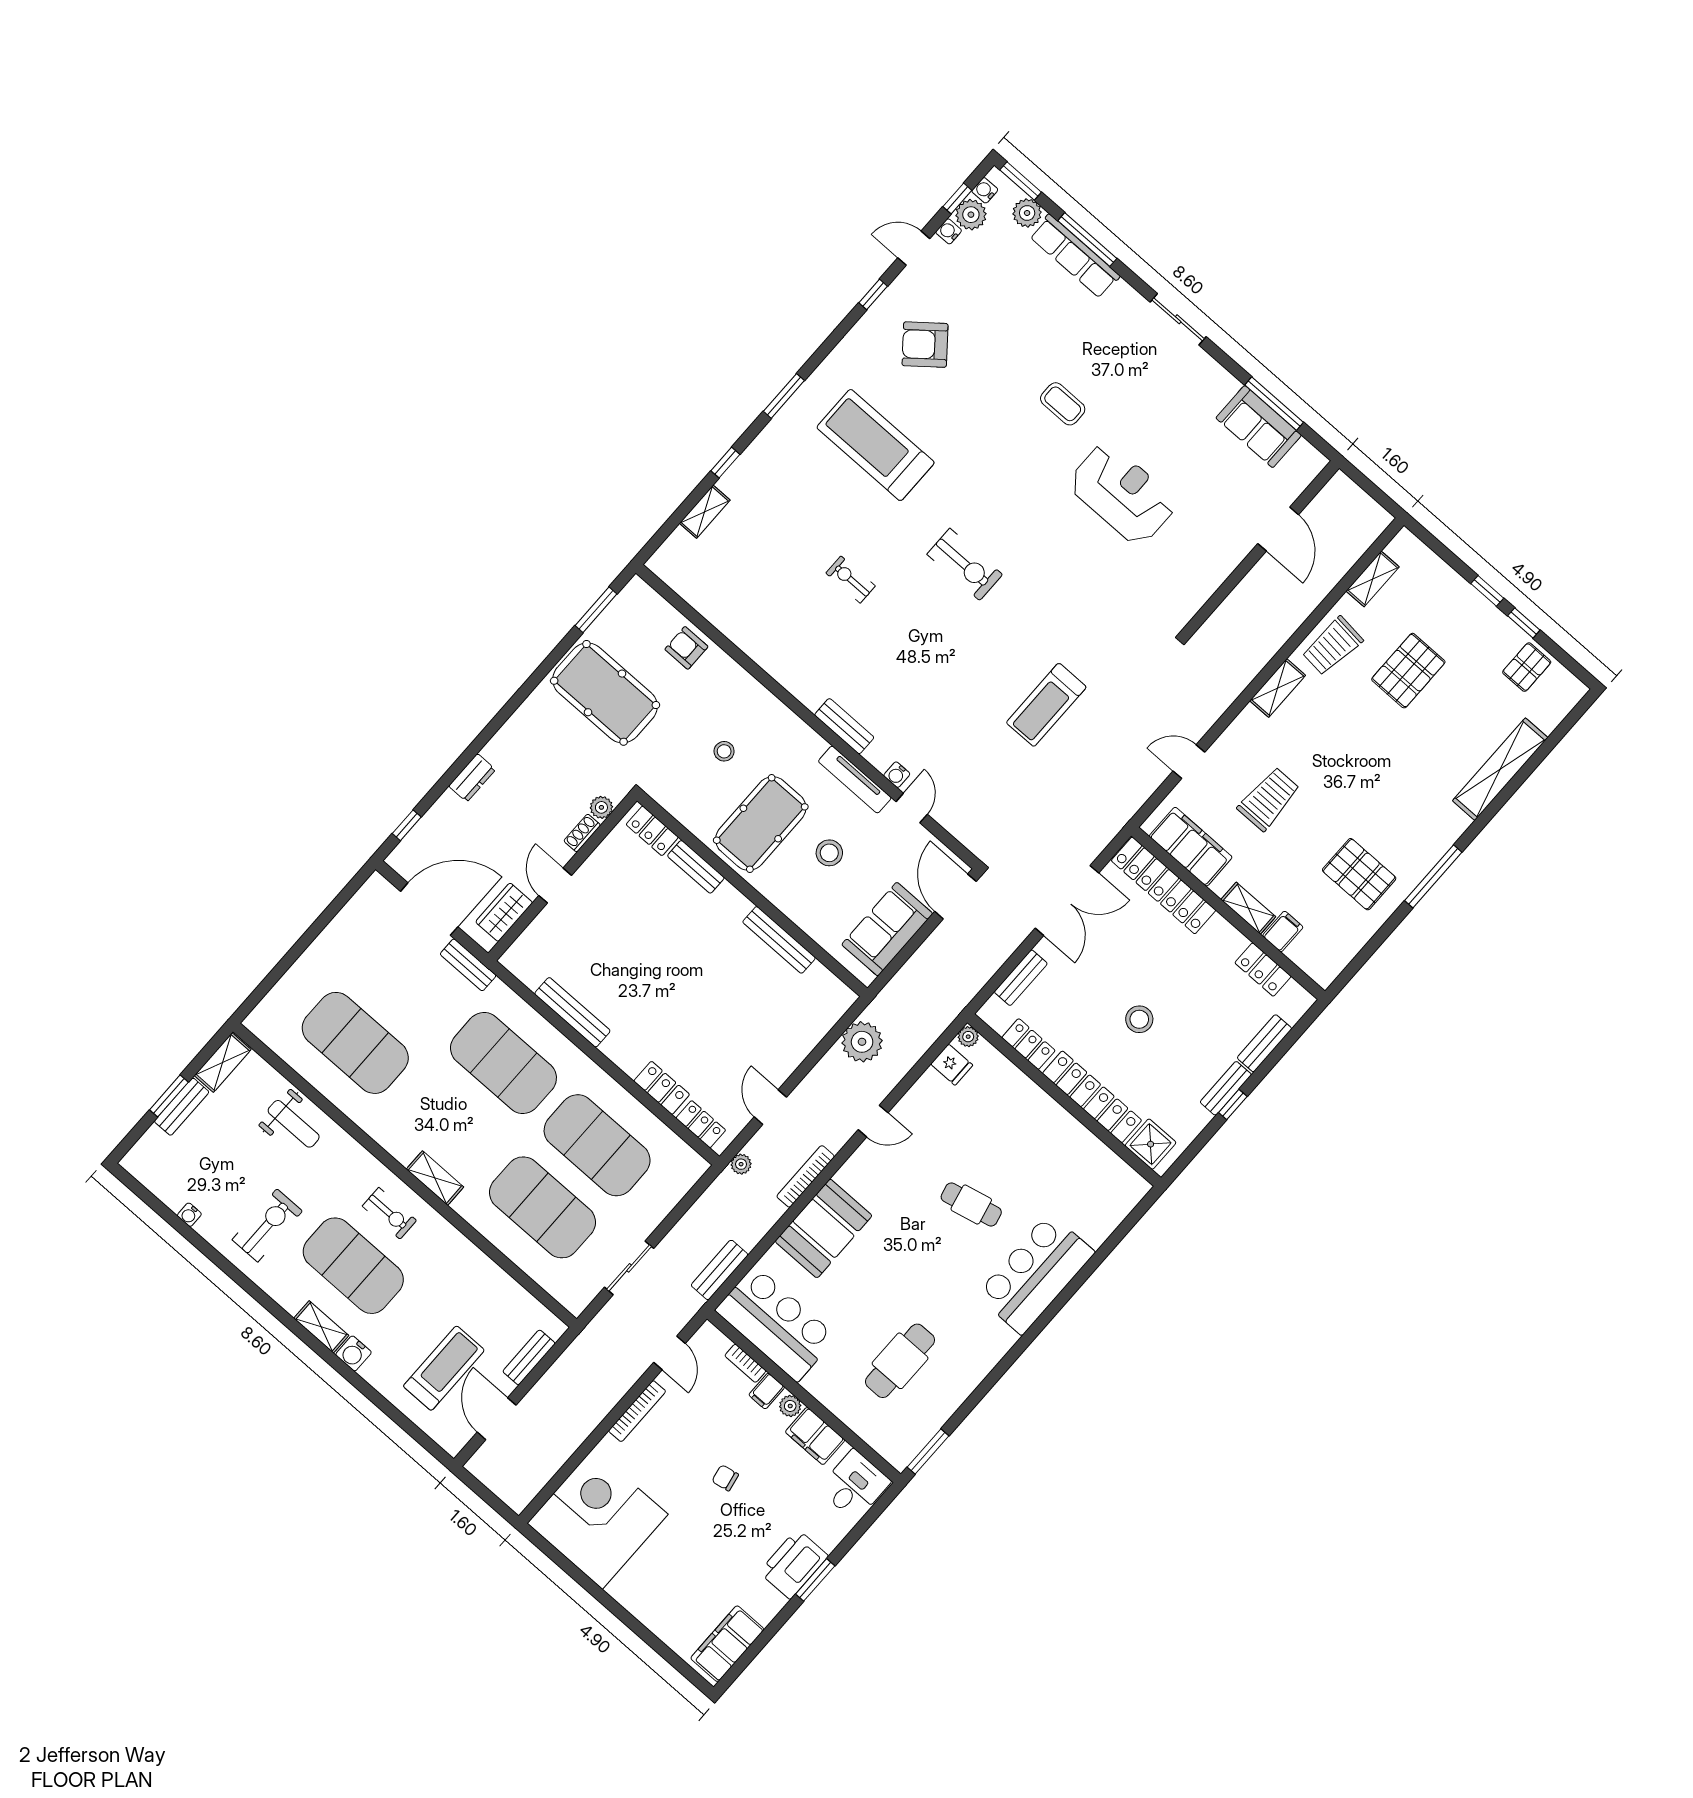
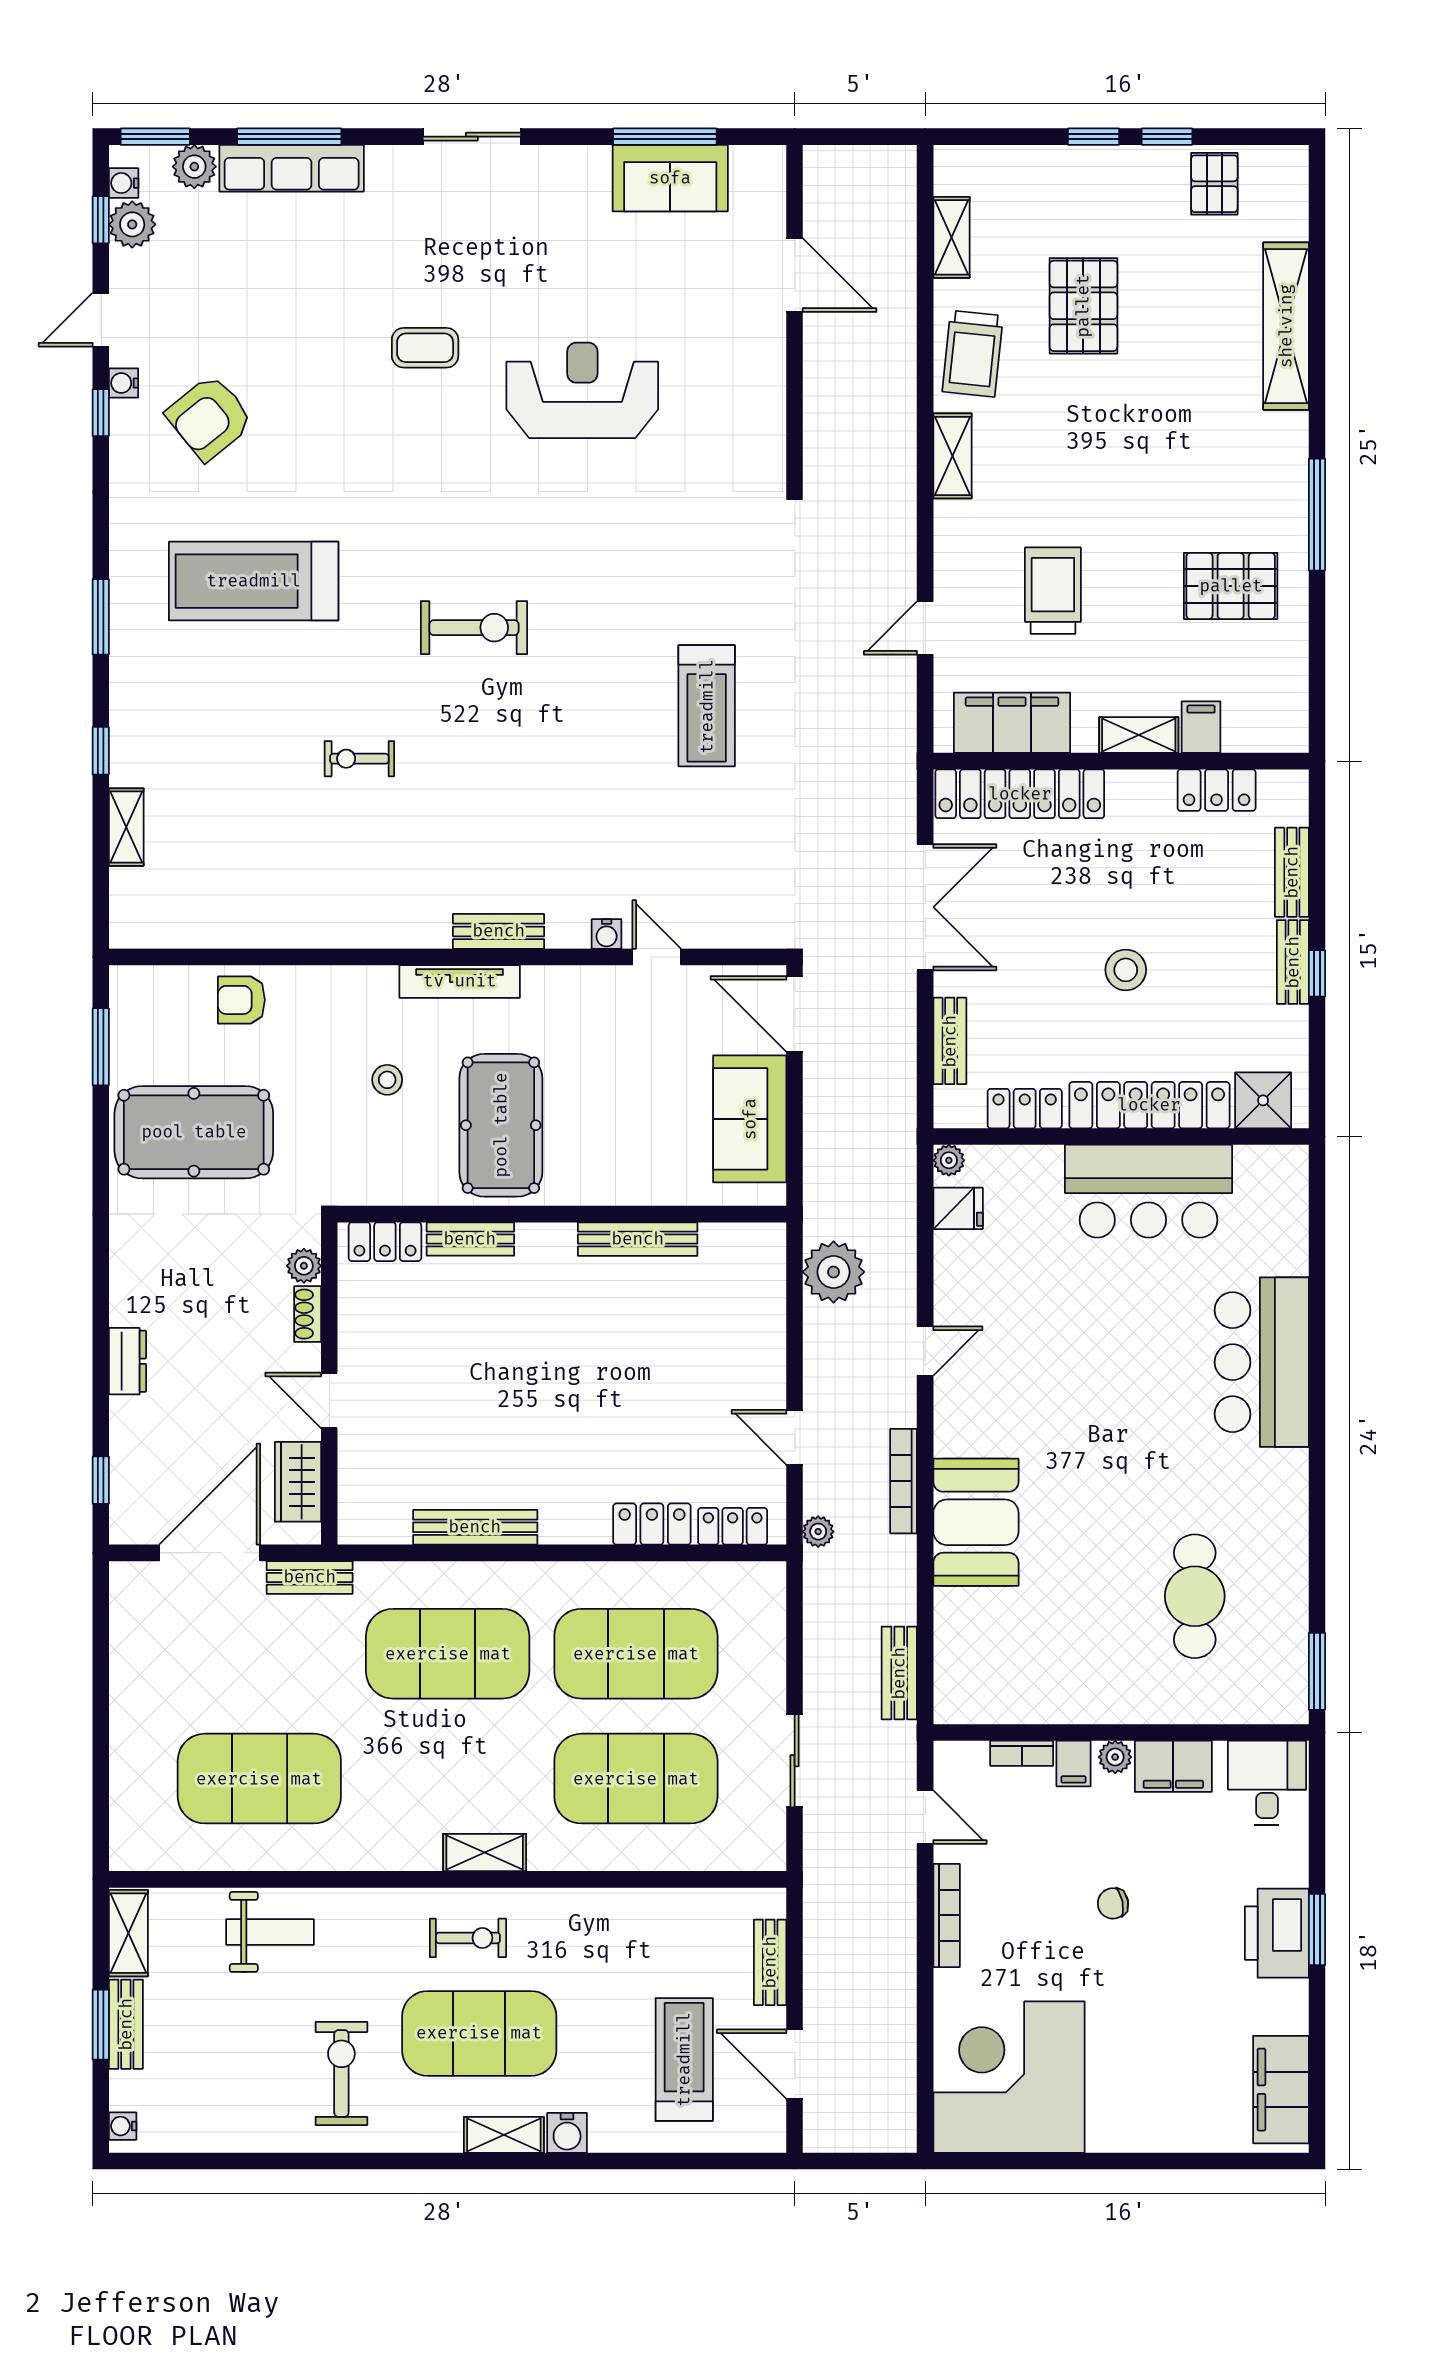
water cooler: (949, 231) -> (124, 383), moved
tv unit: (855, 780) -> (460, 981), moved
stool: (829, 853) -> (608, 1090), removed
cafe table: (971, 1205) -> (1120, 1348), removed
water cooler: (189, 1215) -> (123, 2126), moved, turned 90
bar counter: (776, 1324) -> (1149, 1191), moved, turned 180

